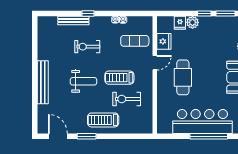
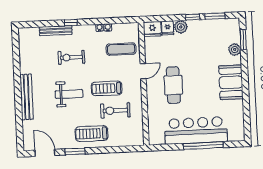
fridge: (164, 41) -> (152, 29), moved, turned 90

